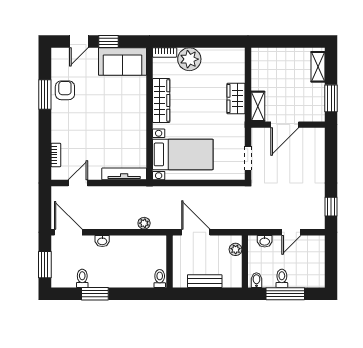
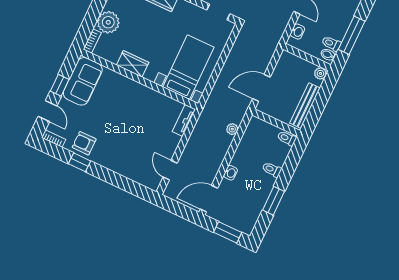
window: (45, 94) -> (80, 162), width x0.67
wardrobe: (161, 100) -> (133, 64), width x0.67
bookcase: (56, 155) -> (54, 139), moved
tv unit: (124, 174) -> (184, 120), width x0.71
plant: (236, 249) -> (320, 73), moved
toilet: (82, 278) -> (272, 170), moved
toilet: (282, 278) -> (331, 44), moved
bench: (205, 281) -> (305, 106), width x1.36

